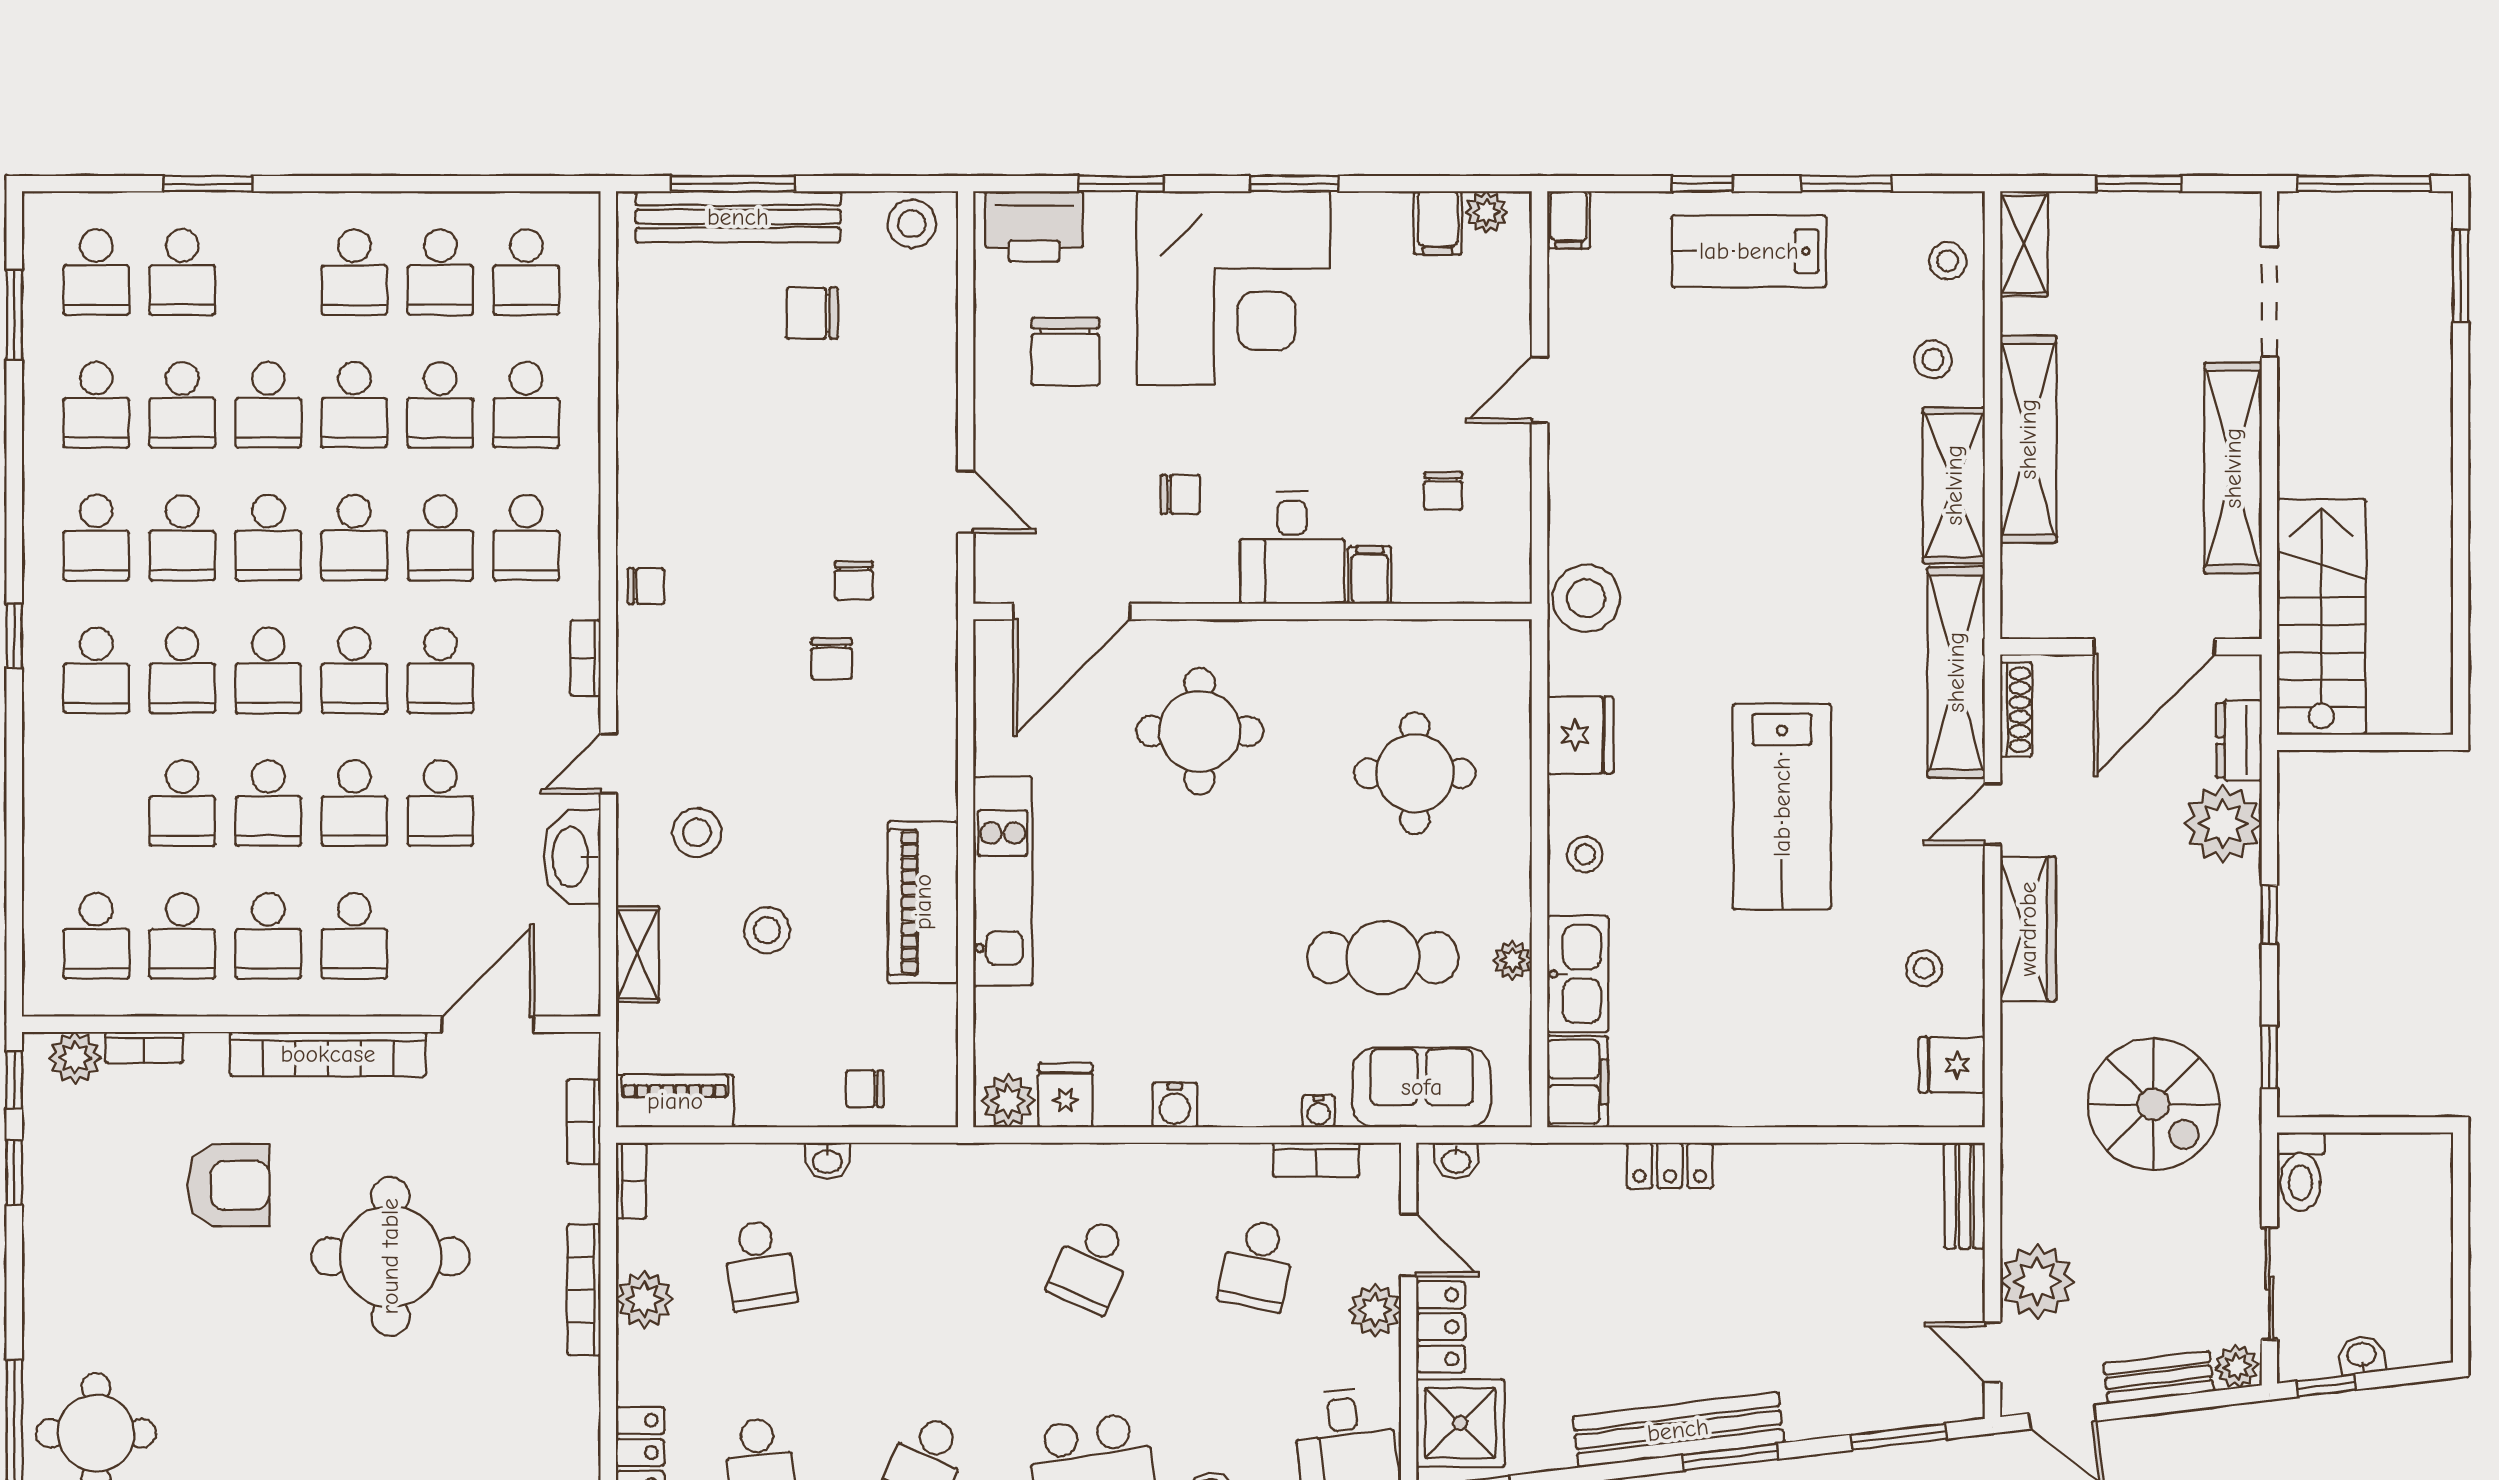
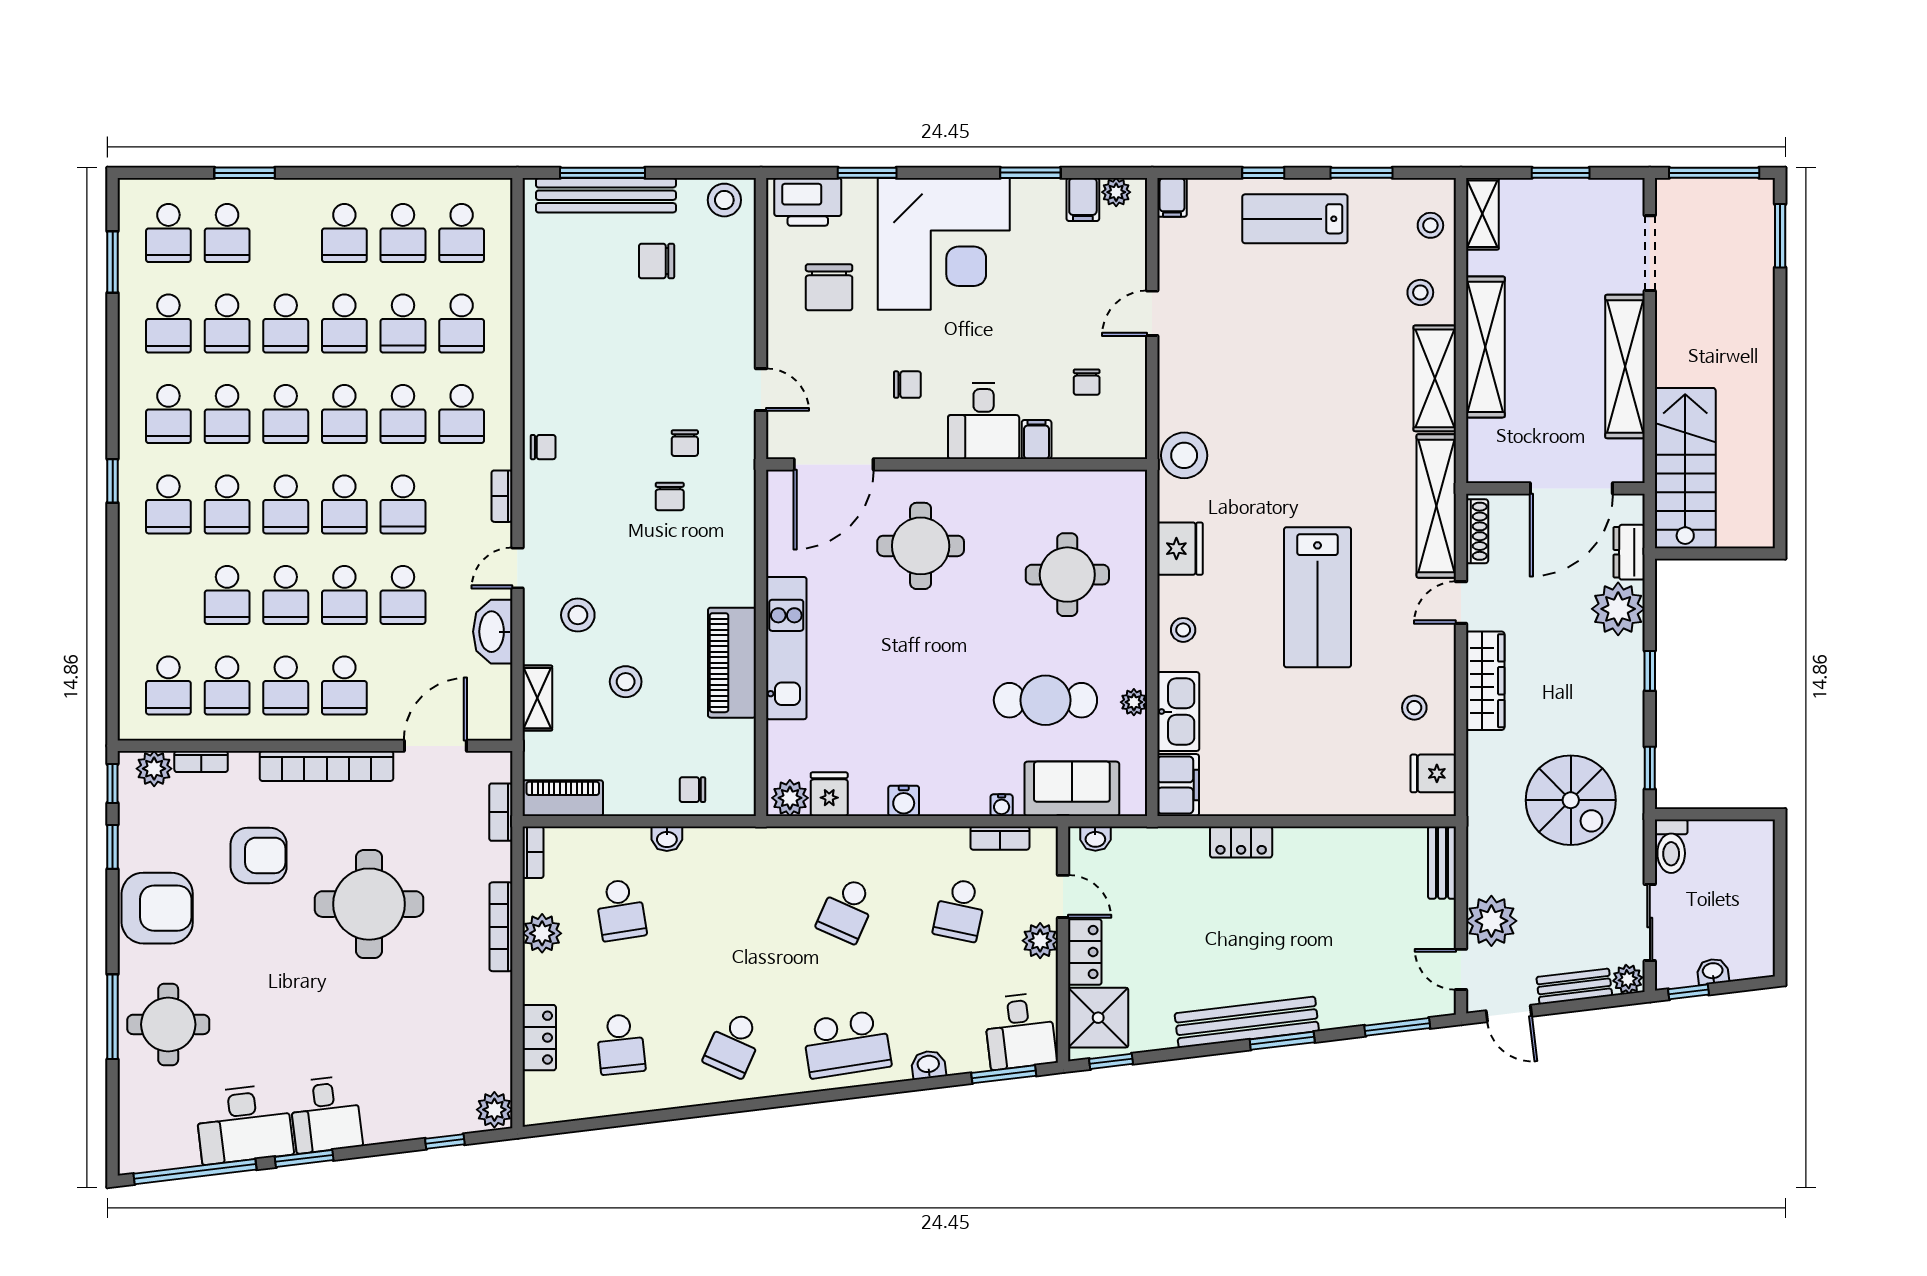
window: (1294, 184) -> (1030, 173), moved
armchair: (80, 1262) -> (157, 908), added

